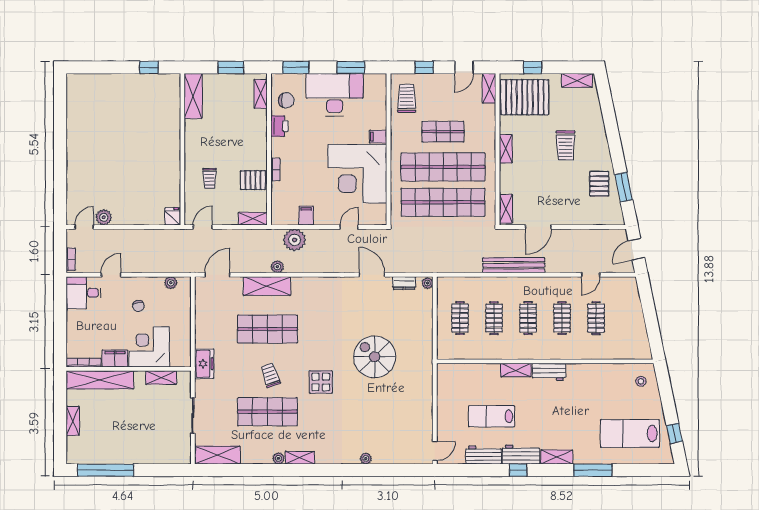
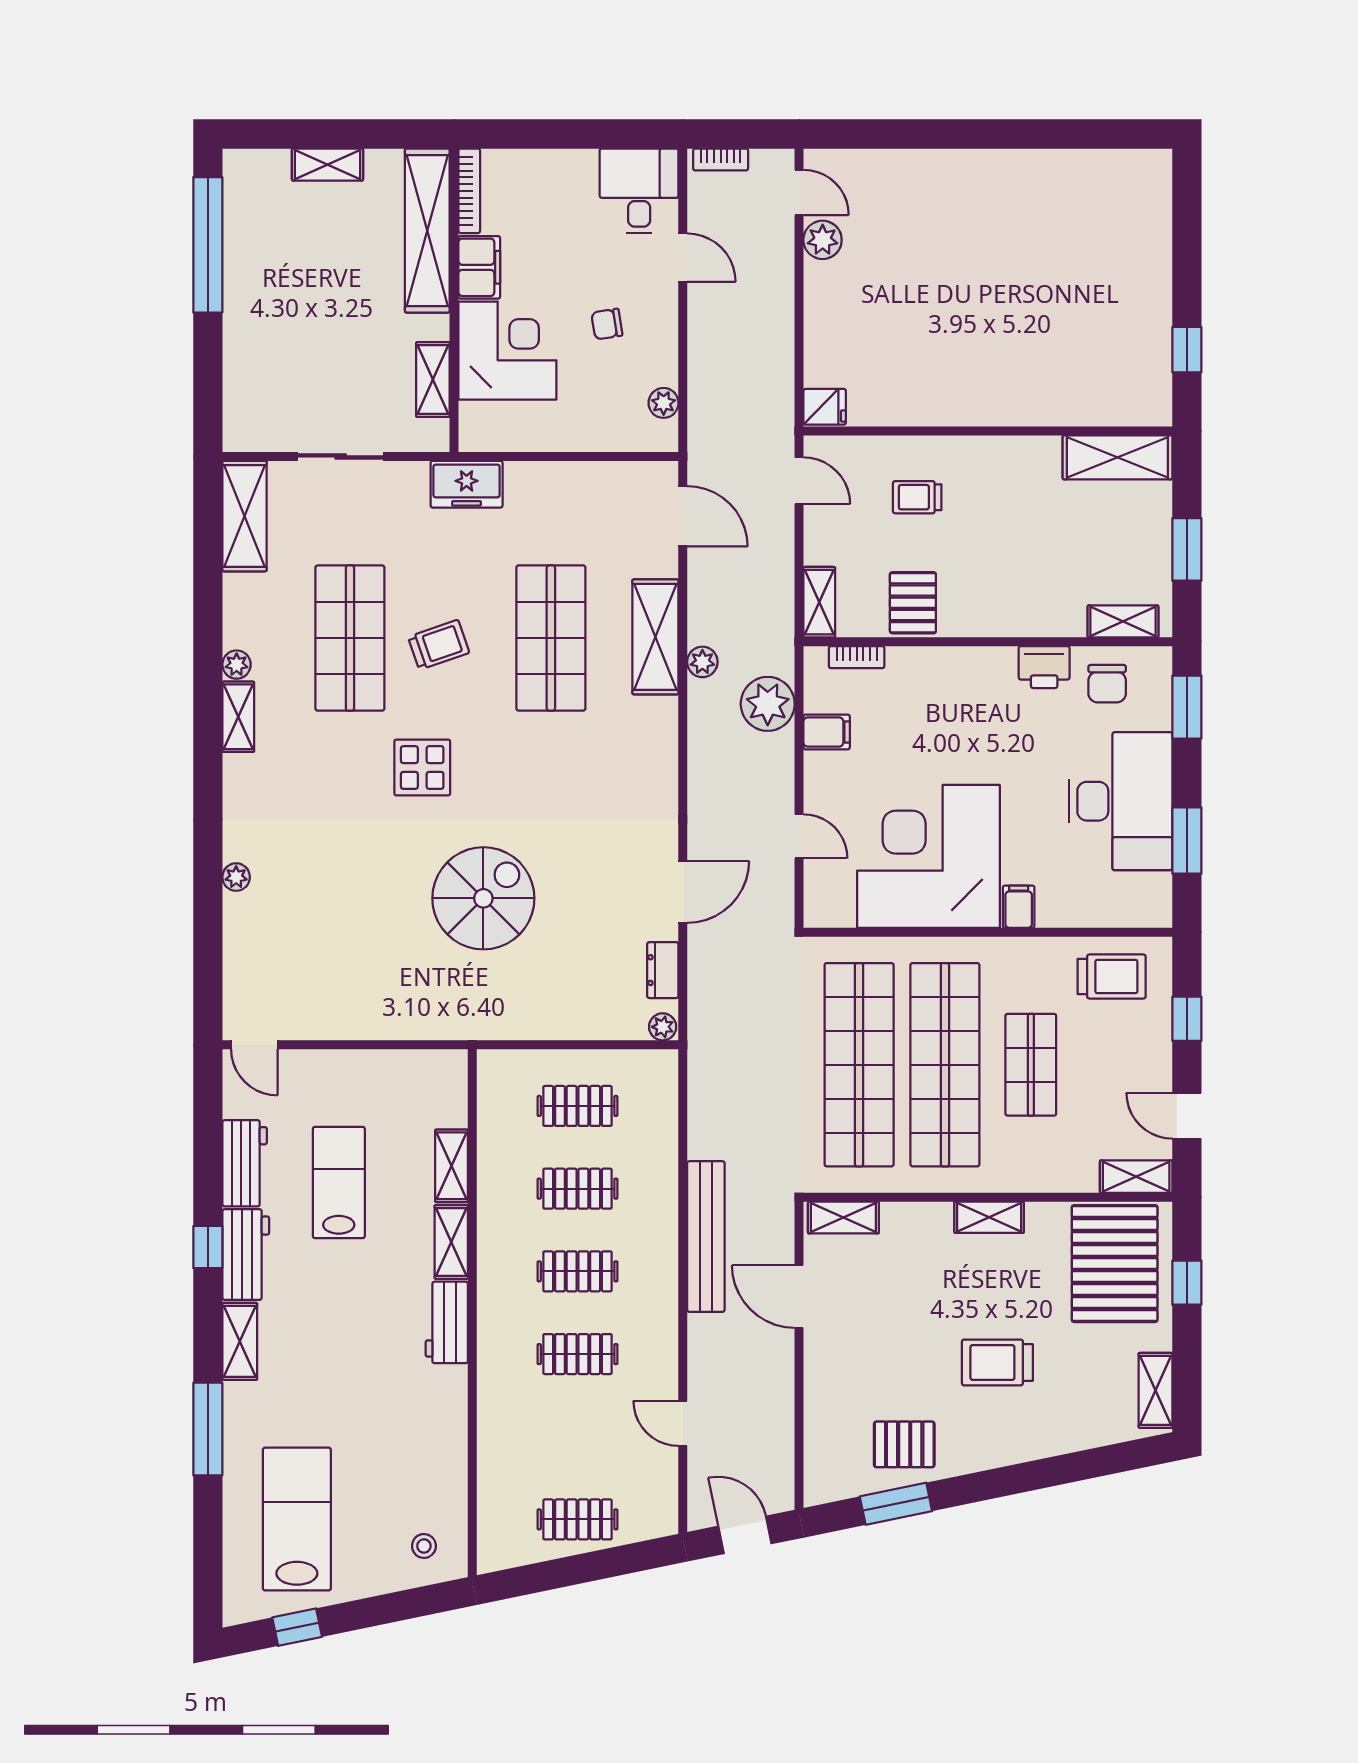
bookcase: (275, 170) -> (857, 657), moved
clothes rail: (596, 318) -> (578, 1519), moved
shelving: (485, 370) -> (452, 1166), added

